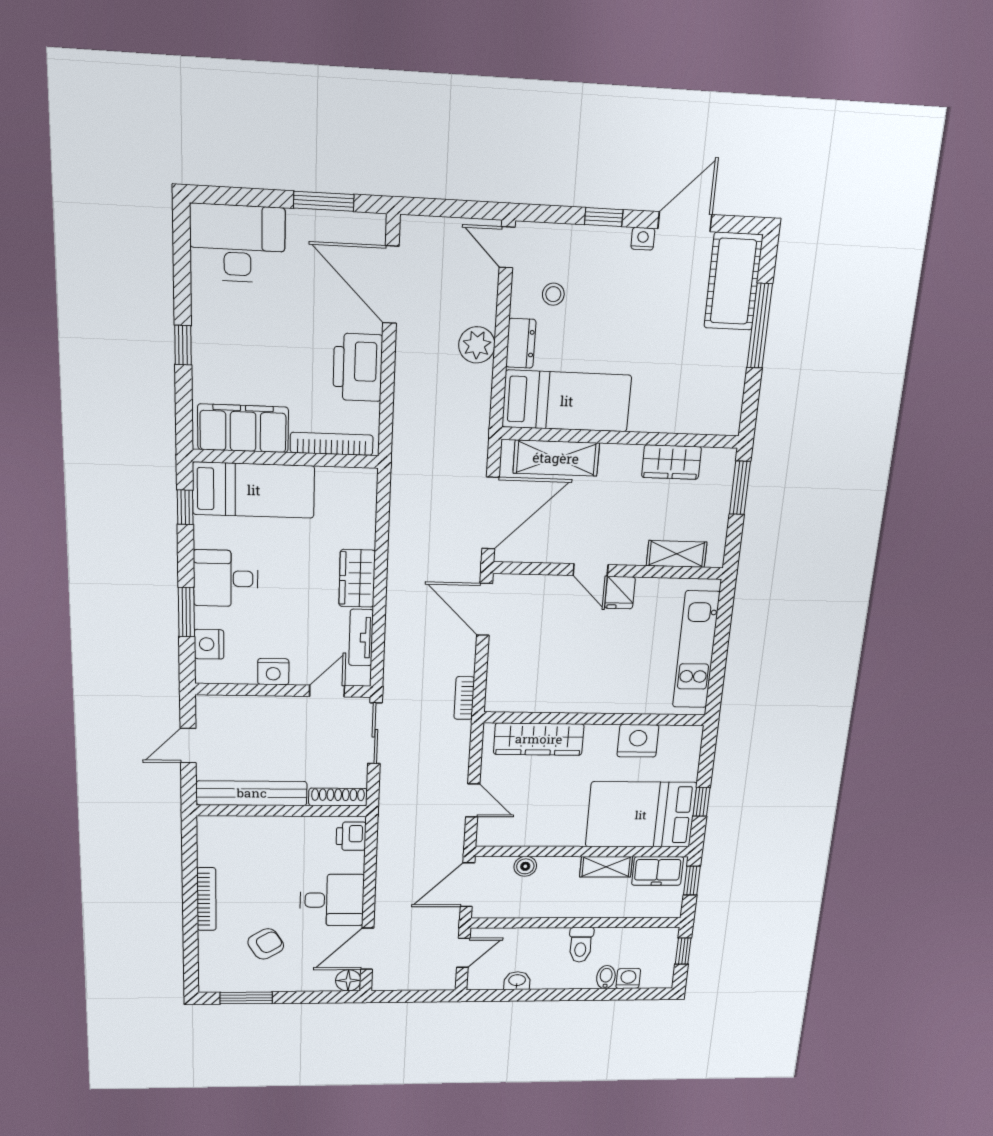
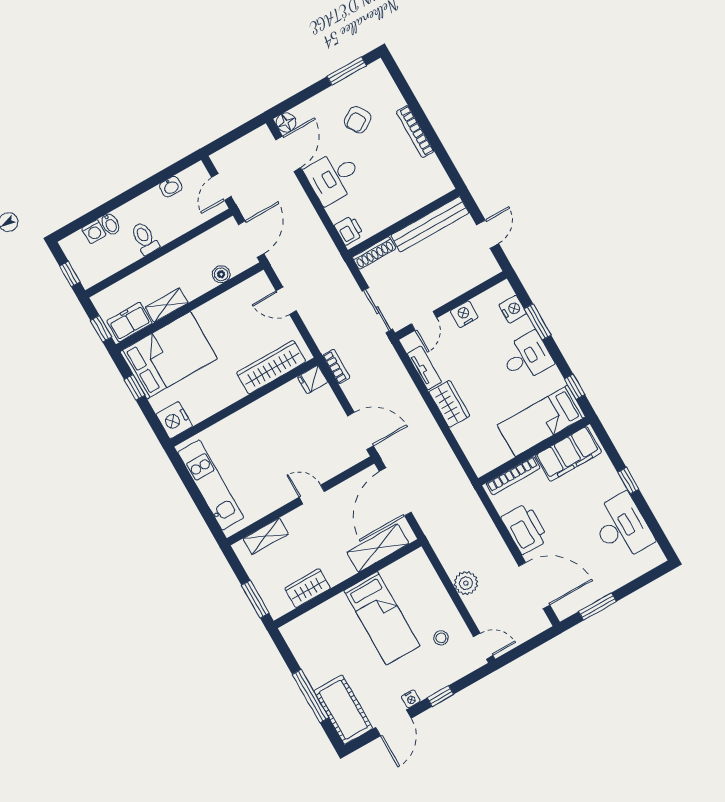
desk: (237, 243) -> (622, 527), moved, turned -90
dresser: (521, 343) -> (442, 600), removed
bed: (567, 401) -> (382, 618), moved, turned -90
fridge: (620, 593) -> (313, 379), moved, turned -90
nightstand: (638, 741) -> (174, 420), moved, turned 90

